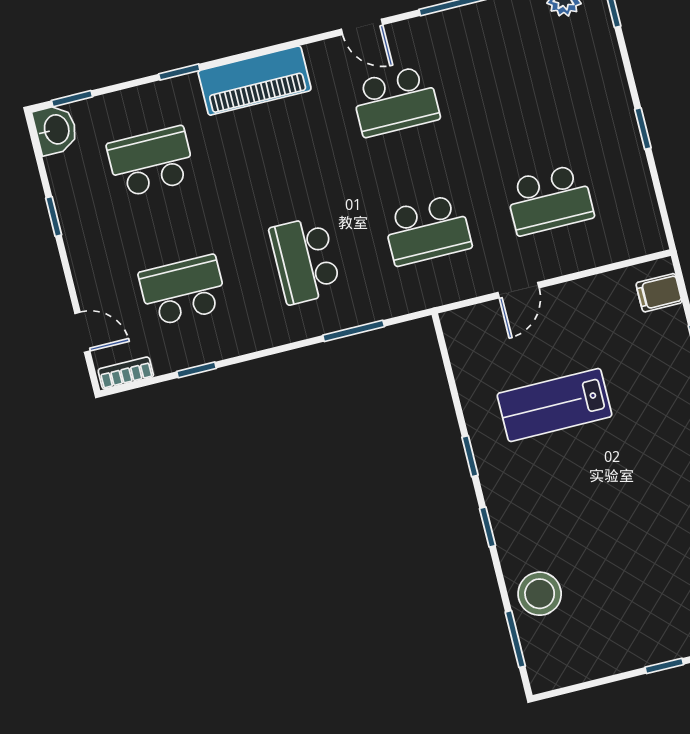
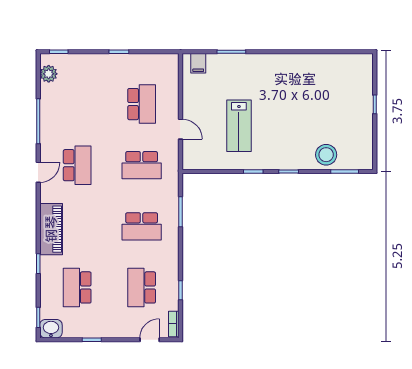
school desk: (427, 230) -> (142, 165), turned 90

